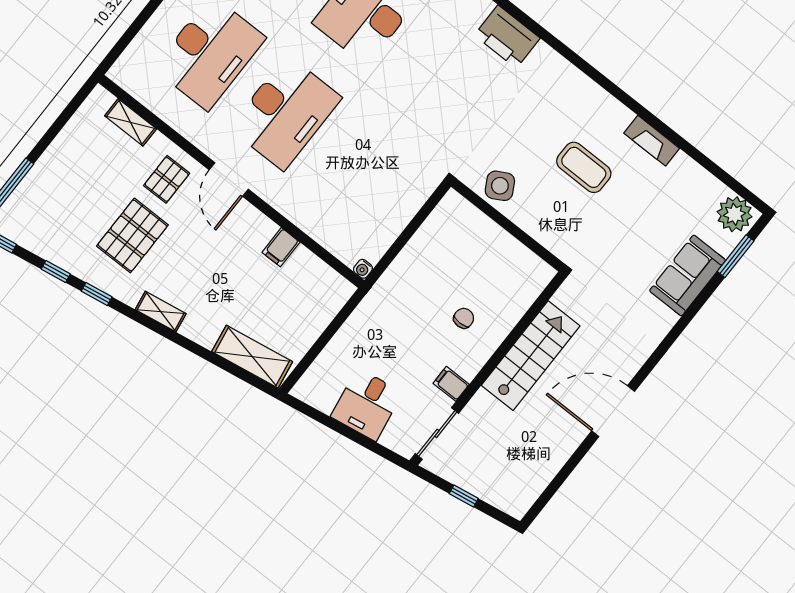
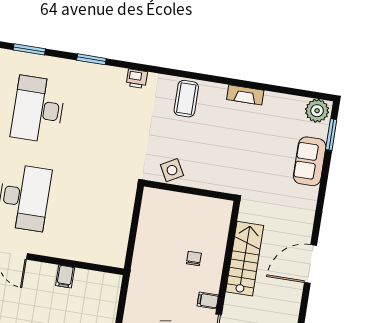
printer: (507, 37) -> (137, 79), width x0.53, depth x0.68
coffee table: (584, 167) -> (186, 99), moved, turned 90
water cooler: (363, 269) -> (120, 263), removed

